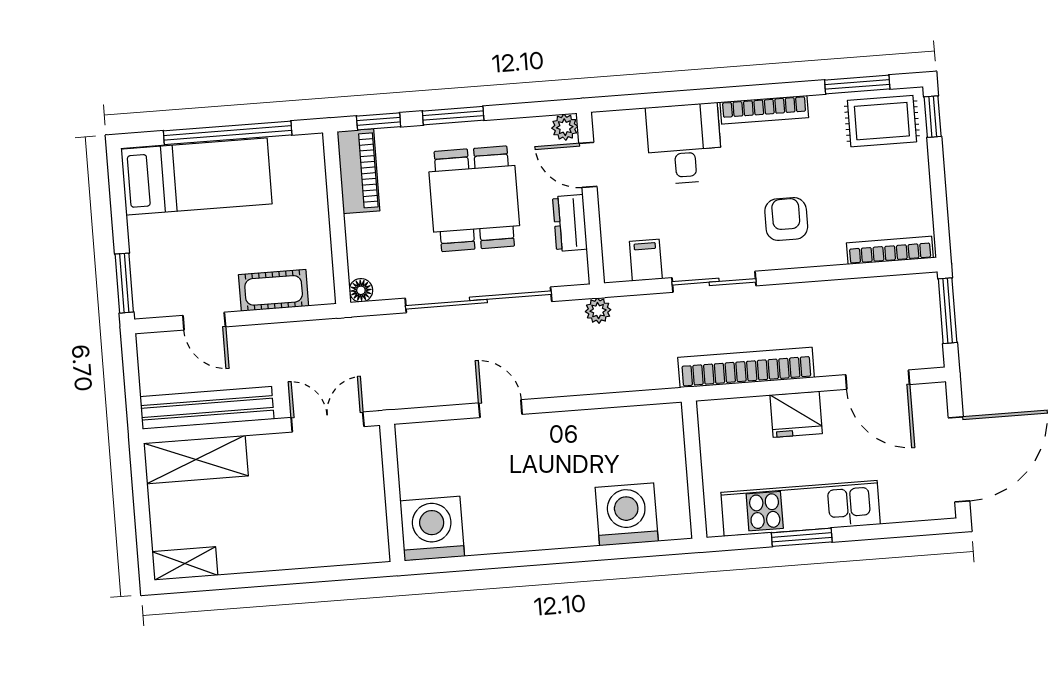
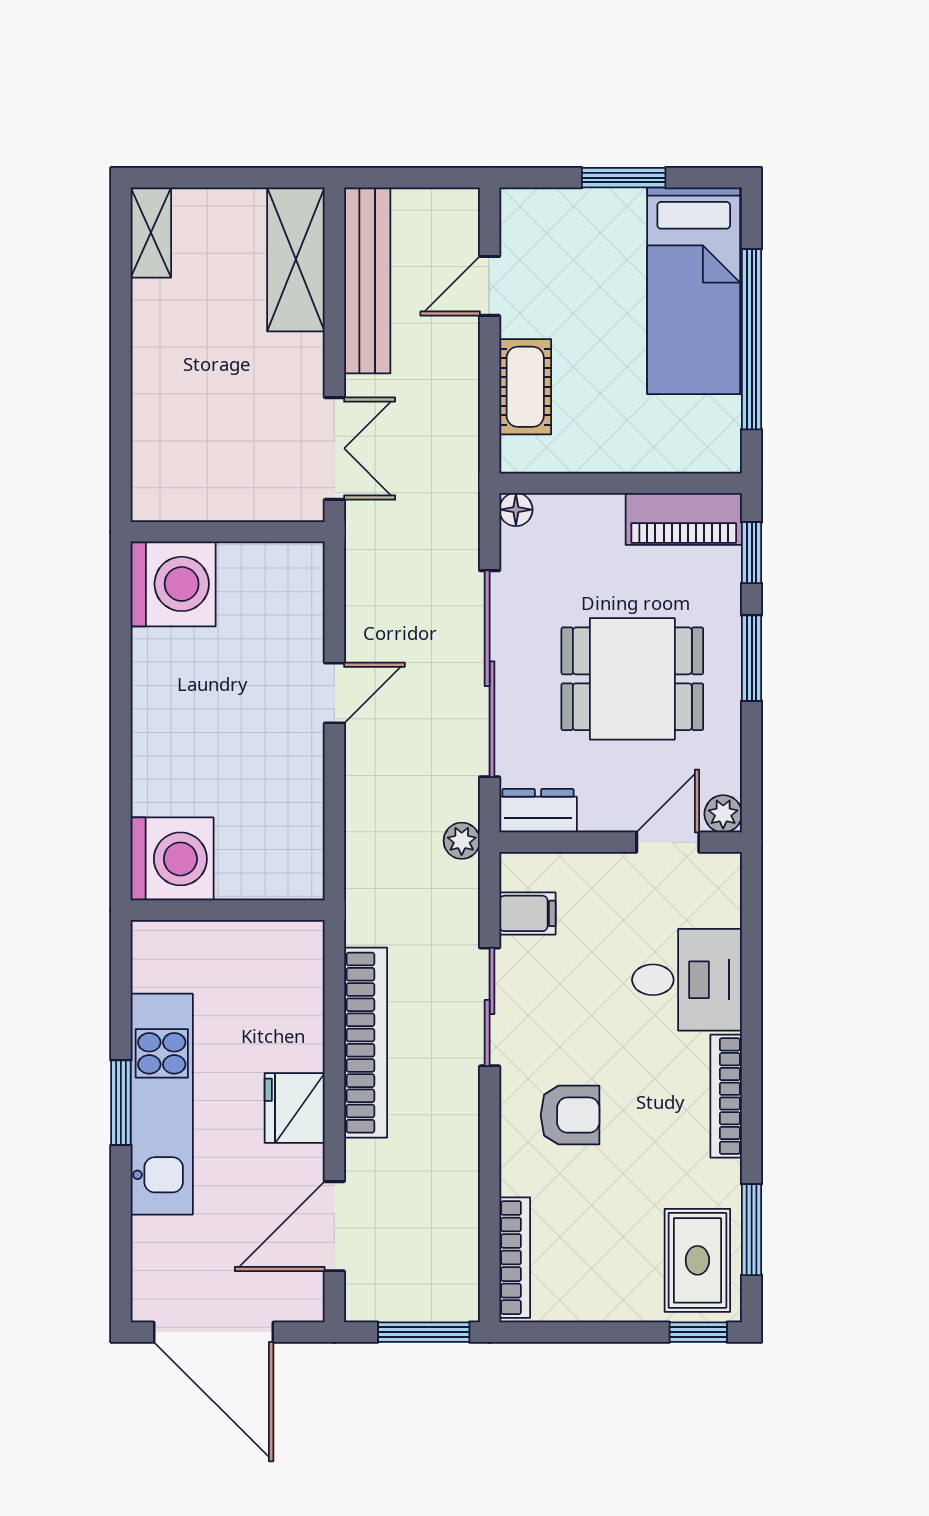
dresser: (570, 223) -> (538, 811), moved
window: (124, 283) -> (624, 178), moved
wall: (694, 470) -> (228, 910), moved

